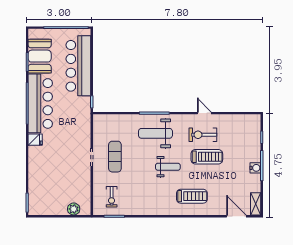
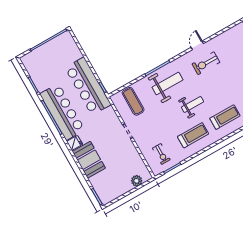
booth: (40, 56) -> (89, 160), moved
bar counter: (78, 66) -> (88, 86), moved
door: (204, 113) -> (197, 45), hinge flipped
weight bench: (155, 133) -> (168, 83), turned 180
exercise mat: (115, 157) -> (133, 101), moved
treadmill: (207, 157) -> (193, 135), moved

